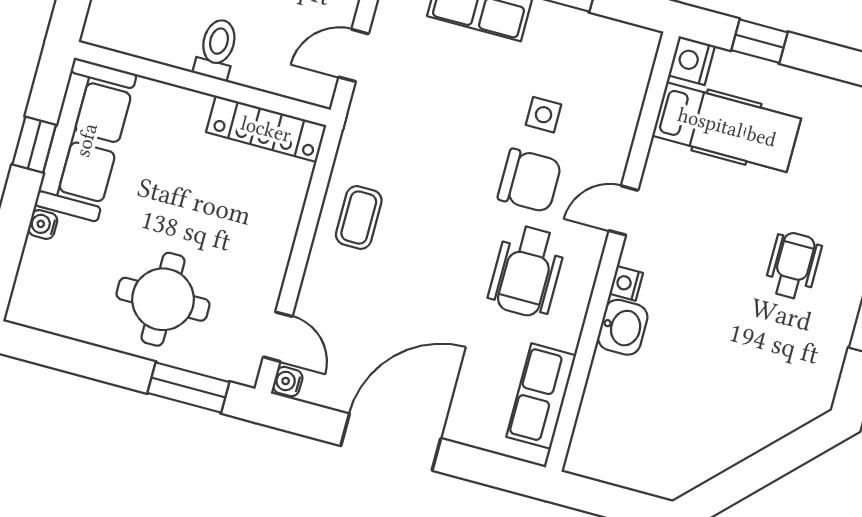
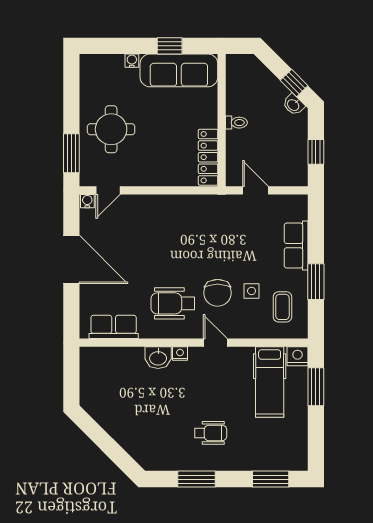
window: (759, 41) -> (316, 387), width x1.50
toilet: (217, 49) -> (236, 123), width x0.73, depth x0.72
coffee table: (359, 218) -> (282, 307), moved, turned 90

